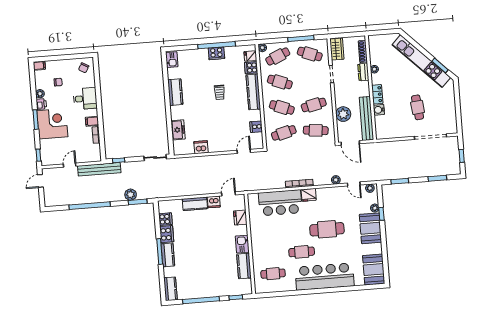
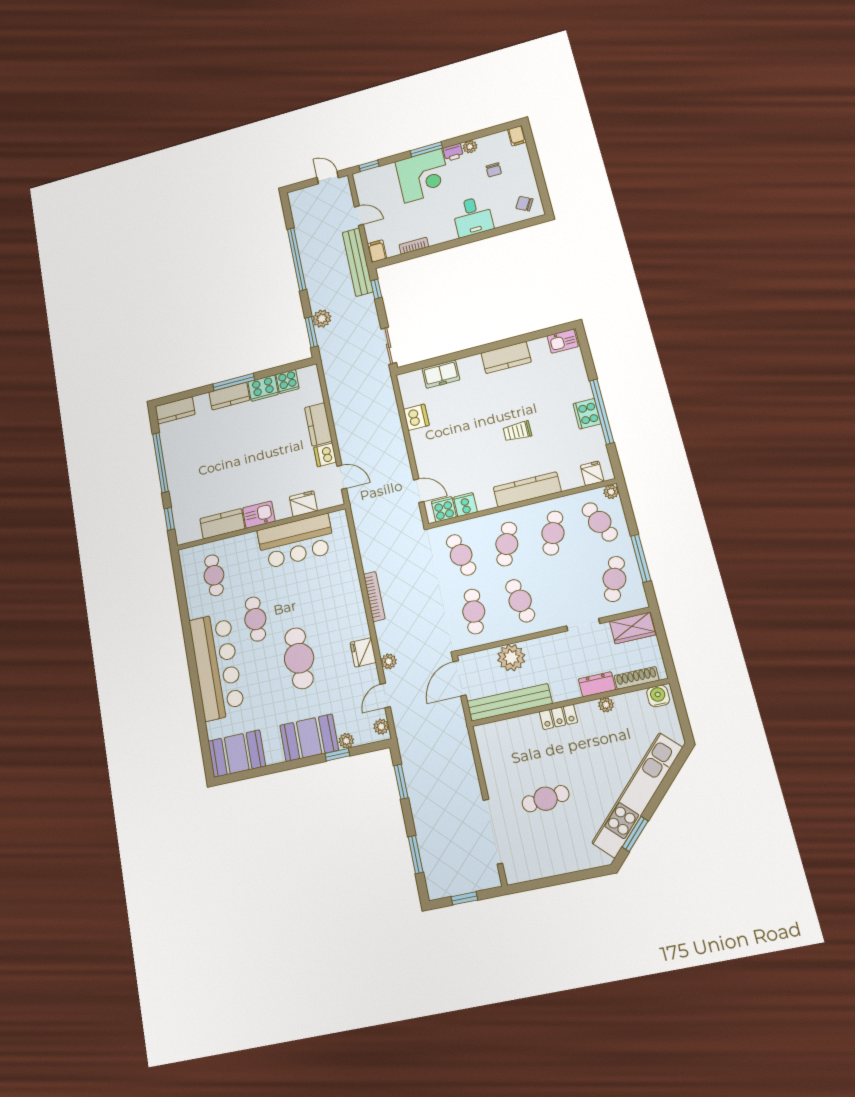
cooker: (251, 68) -> (444, 509), moved
water cooler: (379, 110) -> (658, 696), moved
filing cabinet: (92, 121) -> (377, 251), moved
fridge: (309, 195) -> (363, 652), moved
bar counter: (280, 203) -> (296, 541), moved, turned -90

